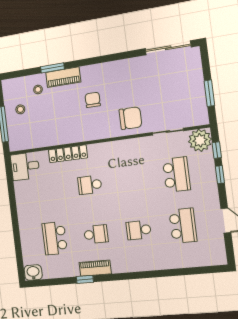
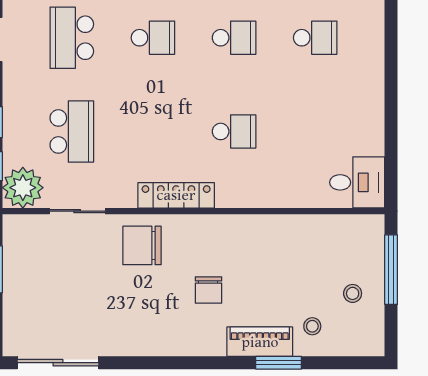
locker: (68, 154) -> (176, 195), moved
school desk: (176, 175) -> (72, 131), turned 180
school desk: (96, 234) -> (234, 38), turned 180
school desk: (55, 238) -> (315, 38), width x0.54

